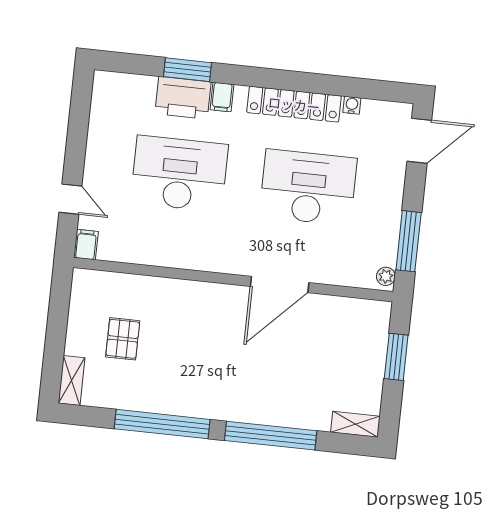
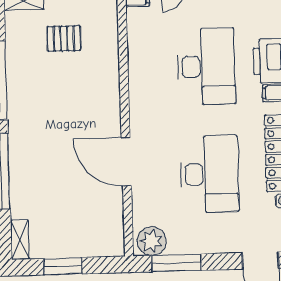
plant: (386, 276) -> (152, 241), width x1.87, depth x1.87
window: (396, 357) -> (63, 266), moved

